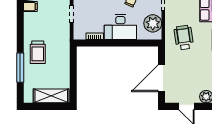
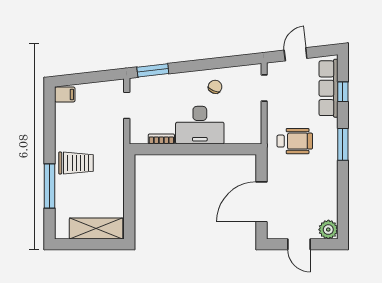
plant: (153, 23) -> (248, 120), removed
wheelchair: (184, 38) -> (295, 141), turned 98
trolley: (38, 52) -> (76, 163), turned -90

